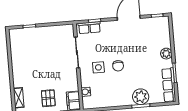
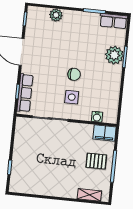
row of seats: (89, 28) -> (25, 93), width x1.48
plant: (166, 54) -> (56, 15), moved
row of seats: (169, 85) -> (113, 21), width x0.68

